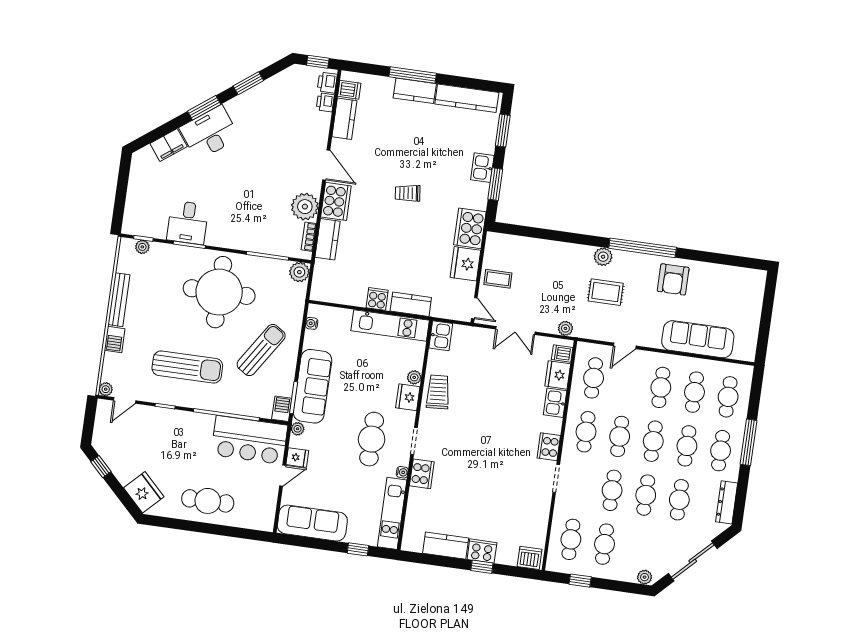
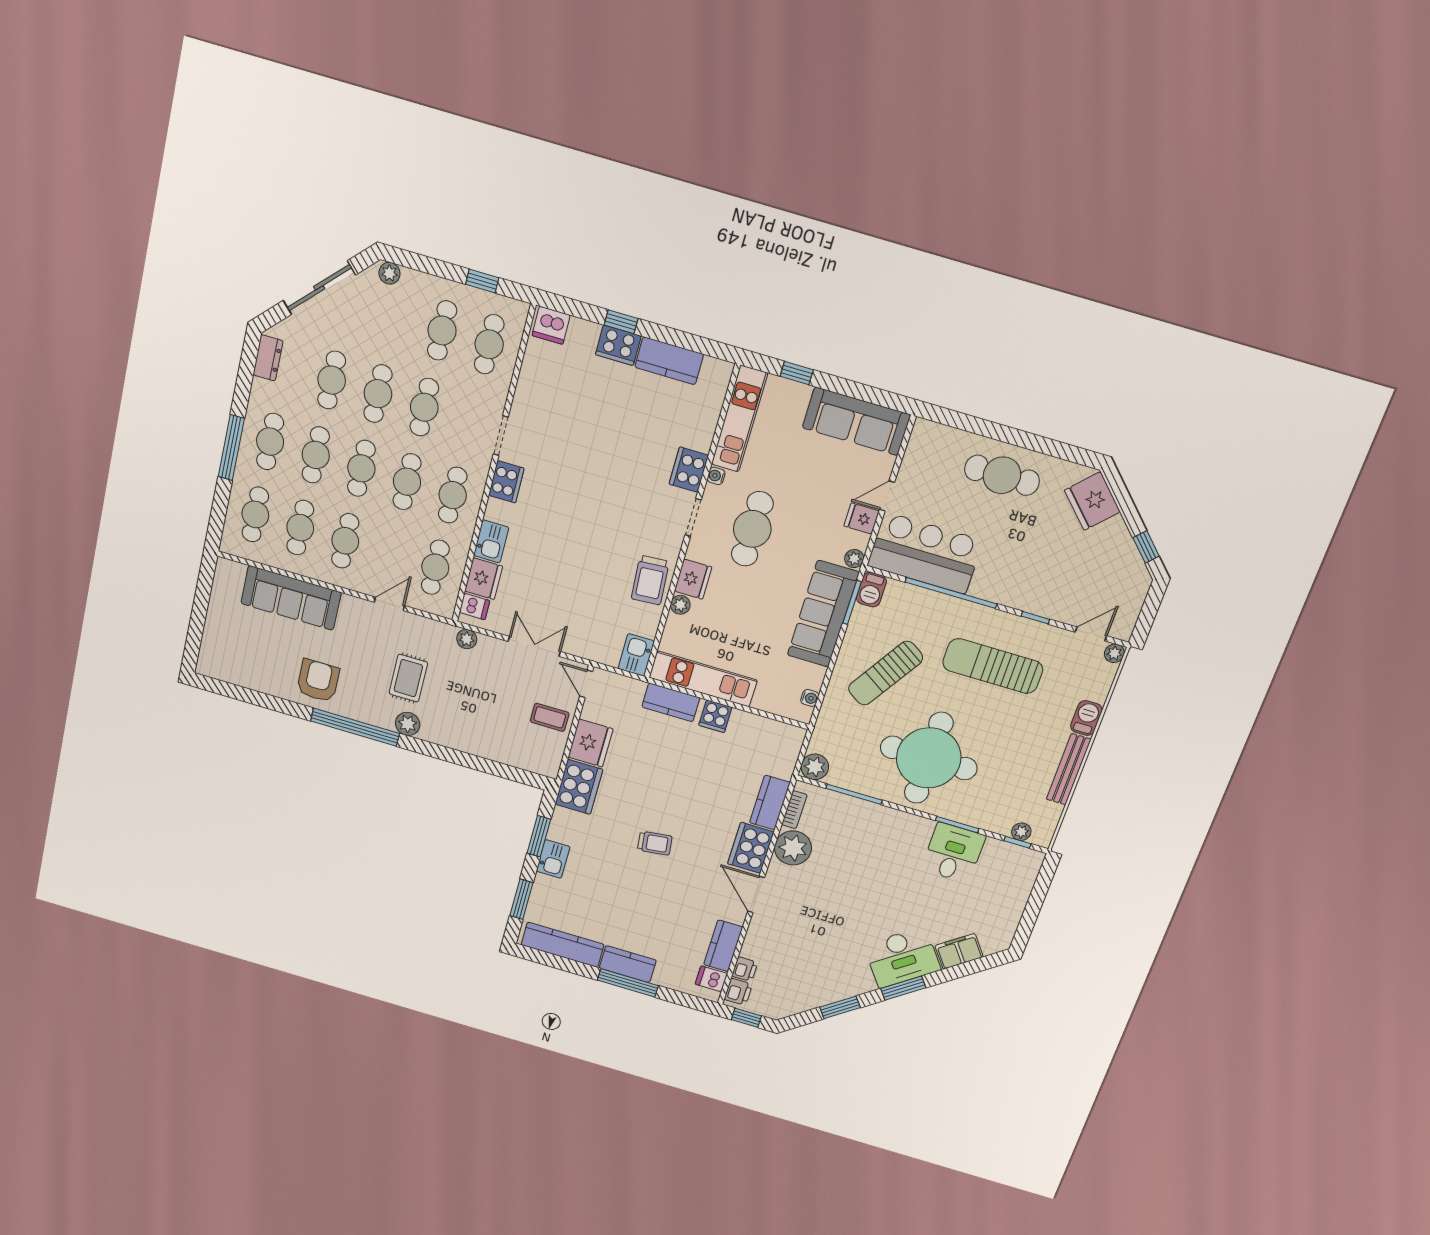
rug: (606, 292) -> (408, 678), turned 90
dresser: (727, 502) -> (268, 358), width x0.70

